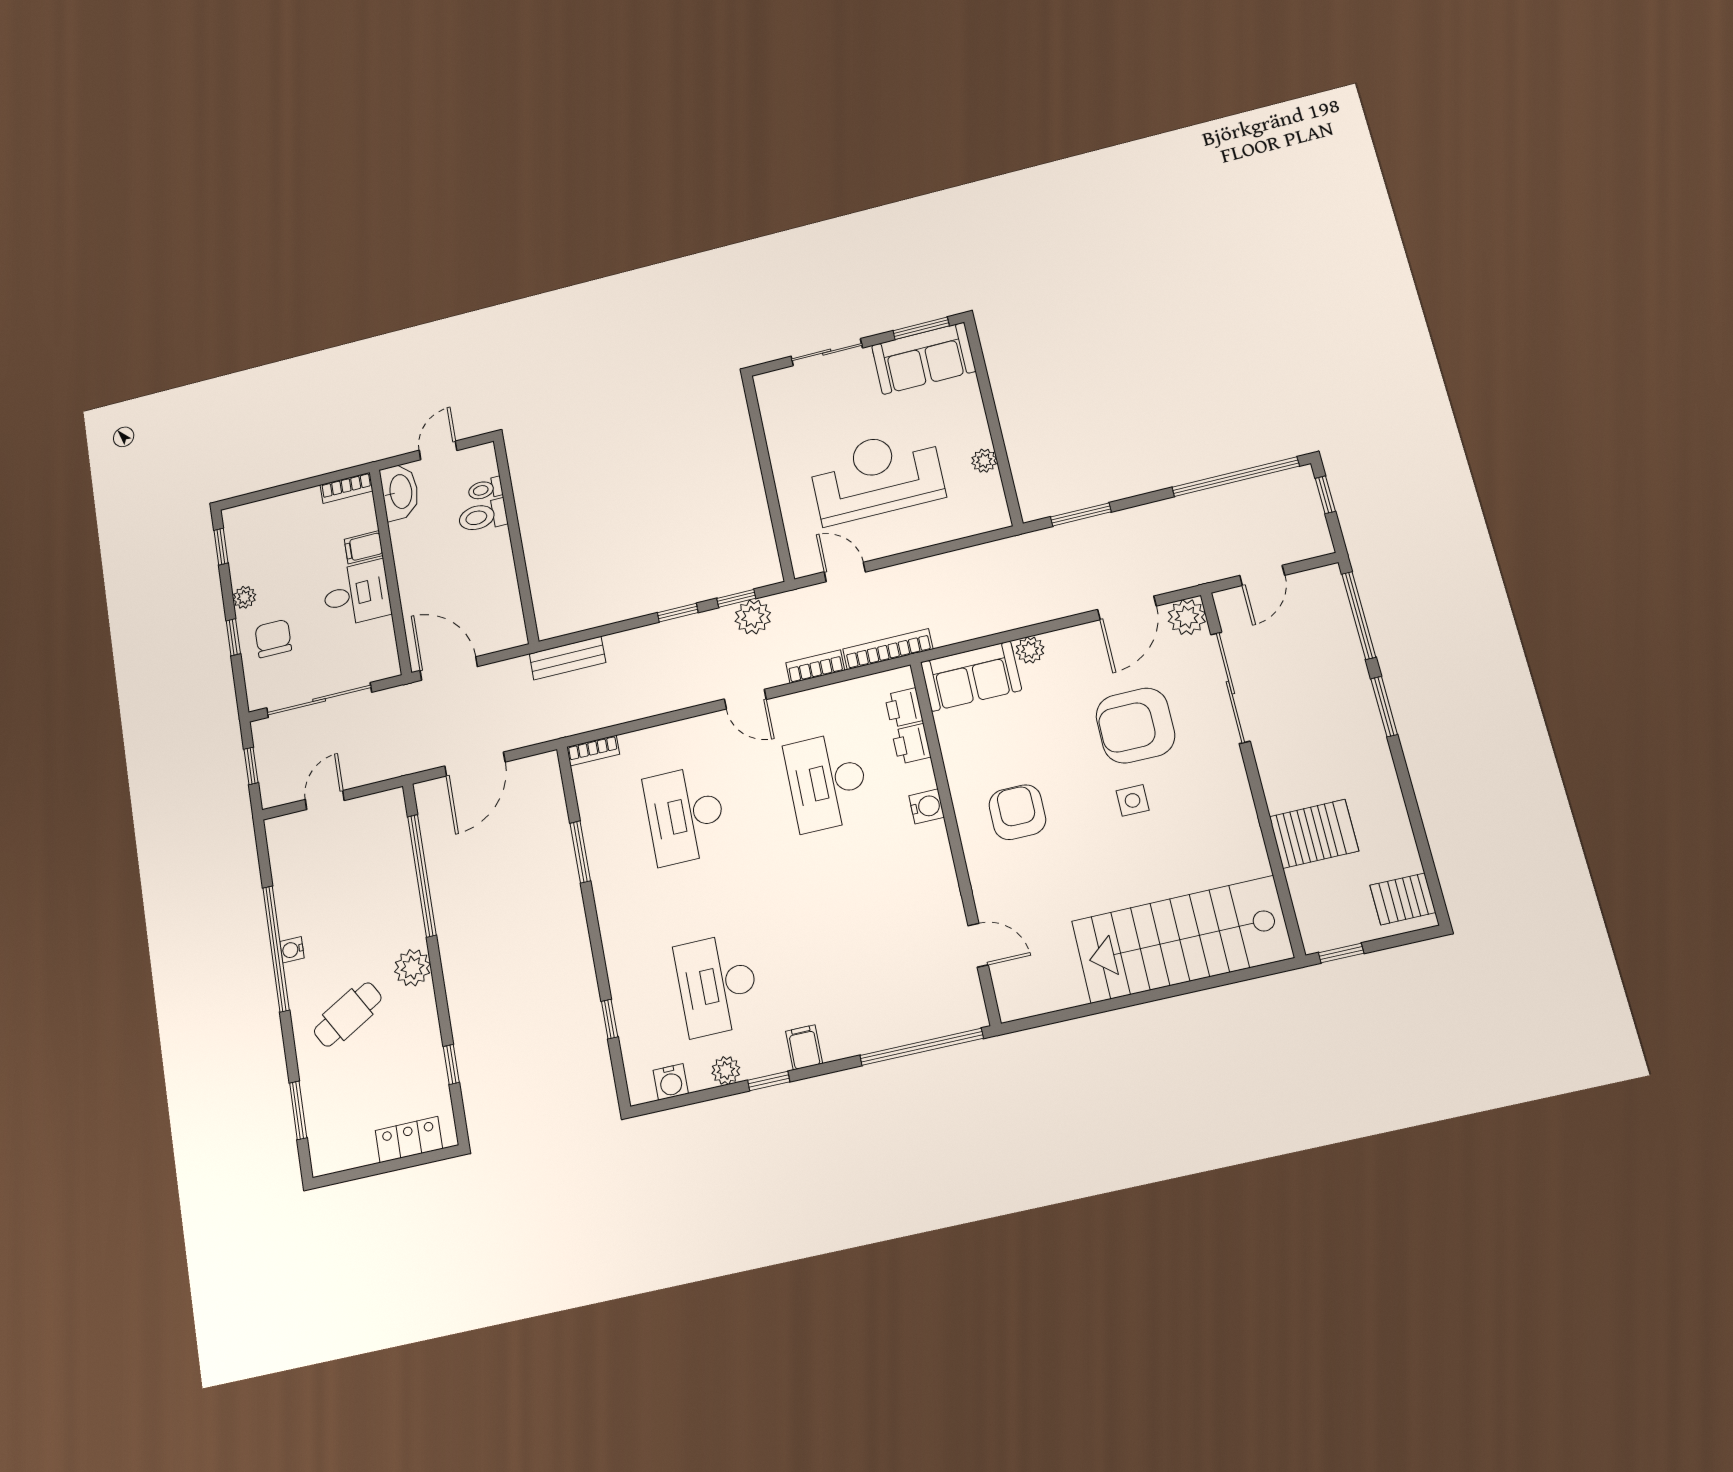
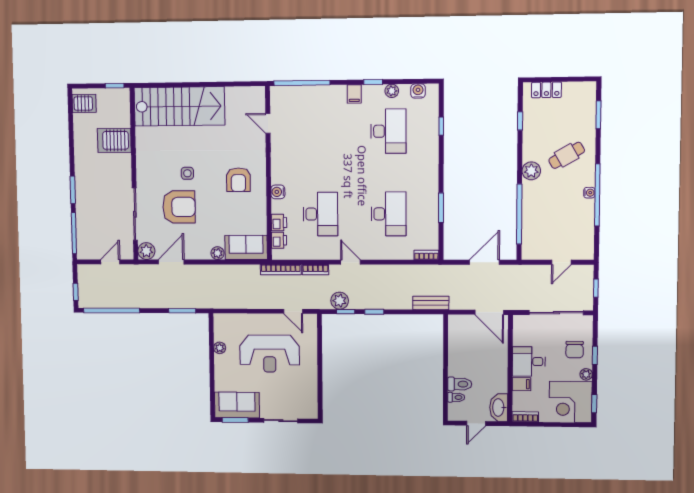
corner desk: (266, 538) -> (571, 402), added

